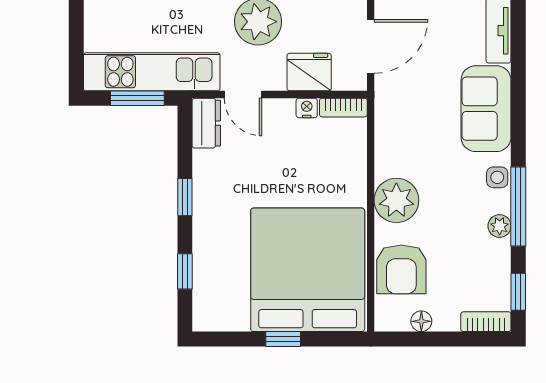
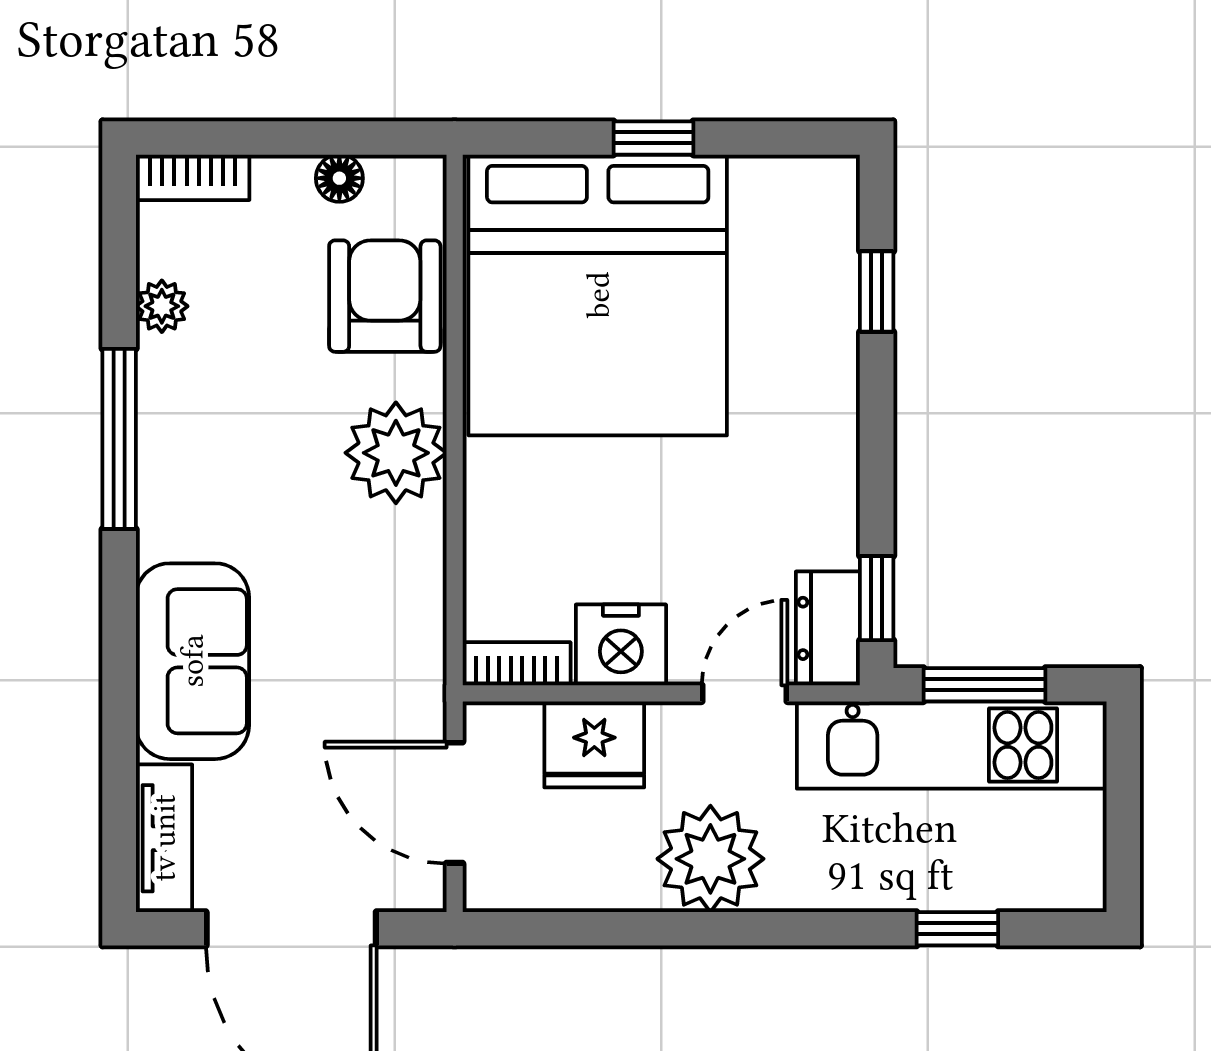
door: (371, 46) -> (455, 803), hinge flipped
door: (243, 94) -> (745, 693), hinge flipped
nightstand: (307, 108) -> (621, 645), width x1.89, depth x1.79
side table: (497, 177) -> (167, 505), removed
window: (185, 197) -> (877, 598), moved
plant: (500, 226) -> (162, 306), moved
window: (518, 292) -> (119, 245), removed

